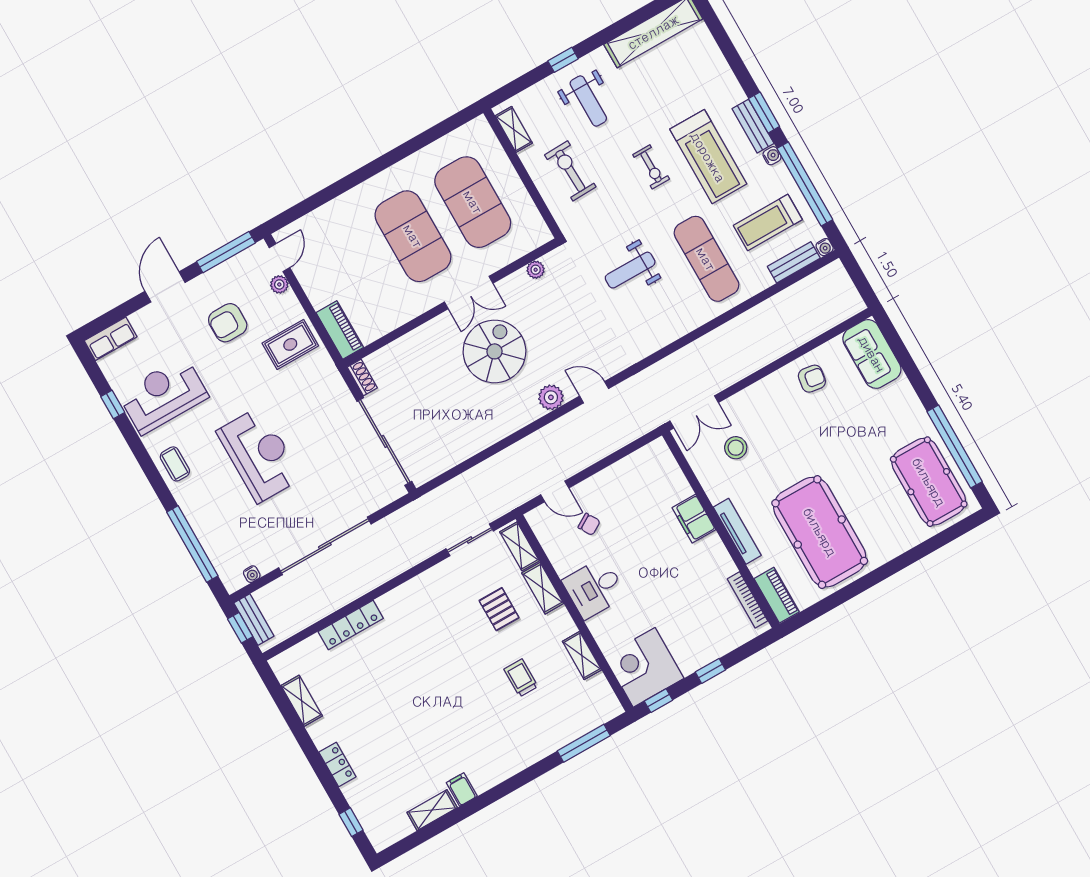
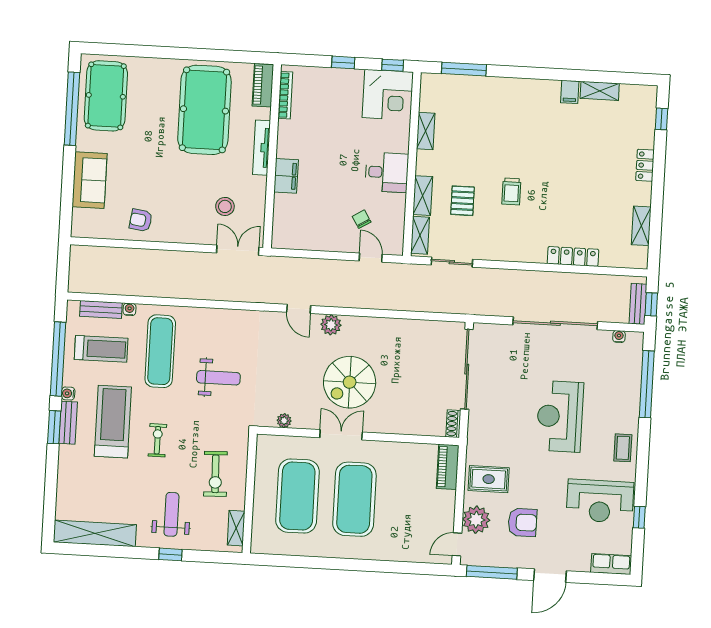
water cooler: (825, 247) -> (130, 309), moved
plant: (279, 284) -> (476, 520), width x1.88, depth x1.88
sofa: (872, 354) -> (90, 180), moved
trolley: (521, 678) -> (511, 191), moved

